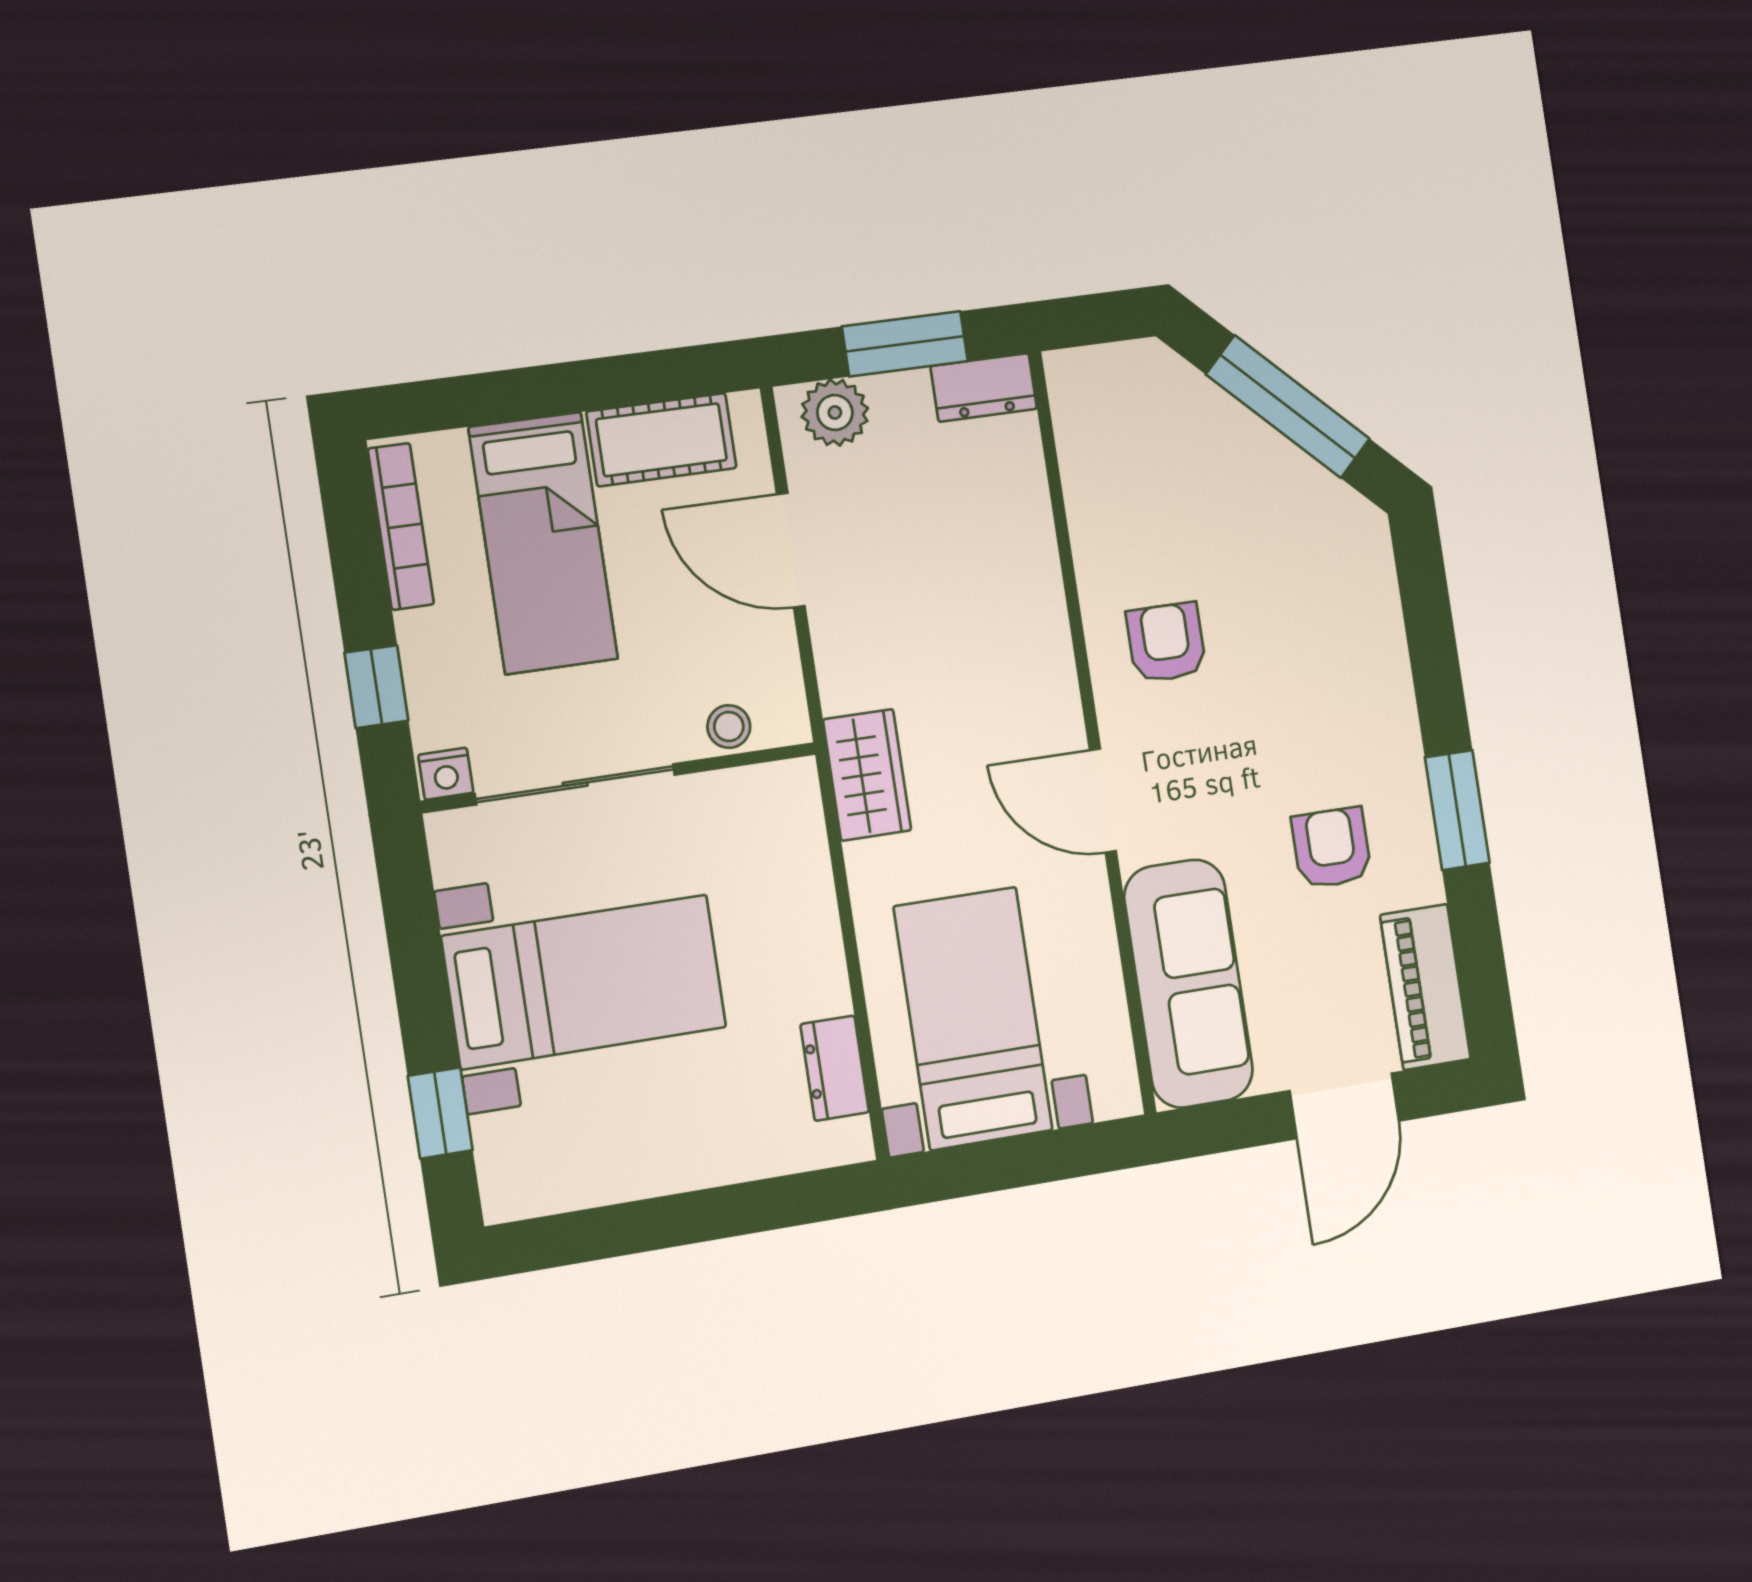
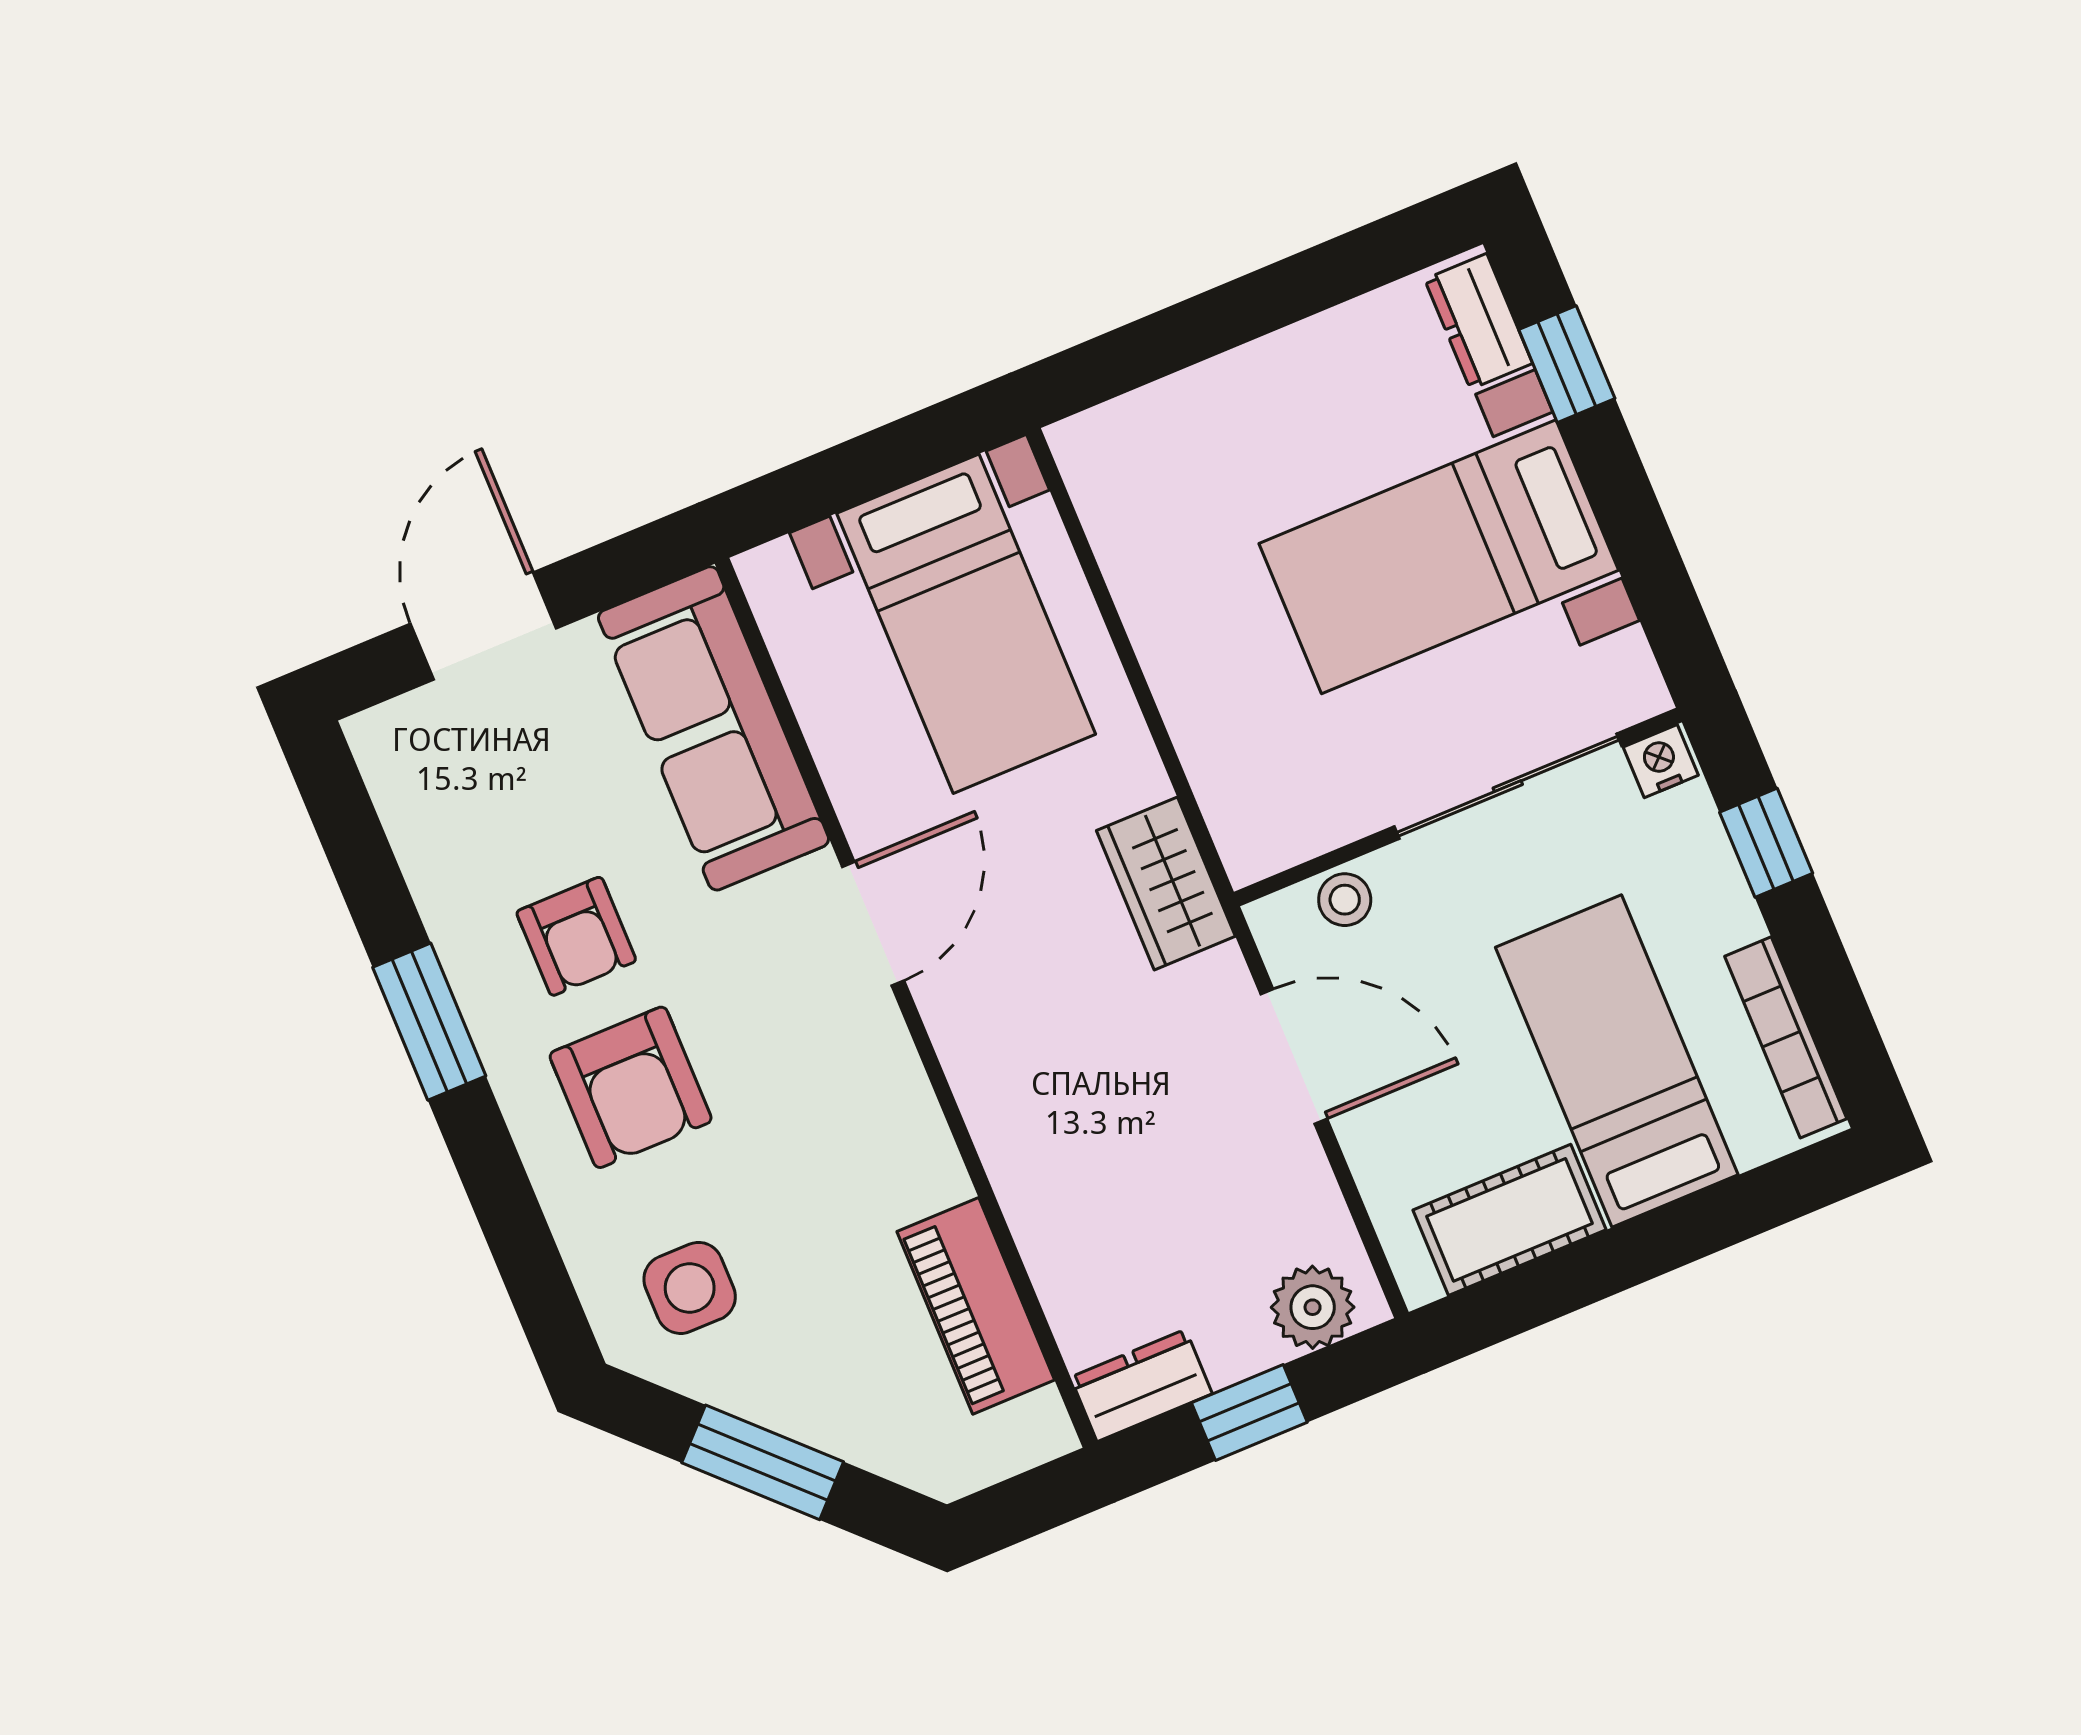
window: (905, 344) -> (1249, 1412), width x0.67
window: (1288, 407) -> (763, 1462), width x0.69
door: (791, 550) -> (1294, 1056), moved
side table: (1311, 555) -> (690, 1288), added
armchair: (1166, 642) -> (631, 1087), moved, width x1.38, depth x1.38
door: (1103, 801) -> (873, 924), hinge flipped
piano: (1425, 987) -> (976, 1306), moved, turned 180
dresser: (835, 1068) -> (1479, 321), moved, turned 180

